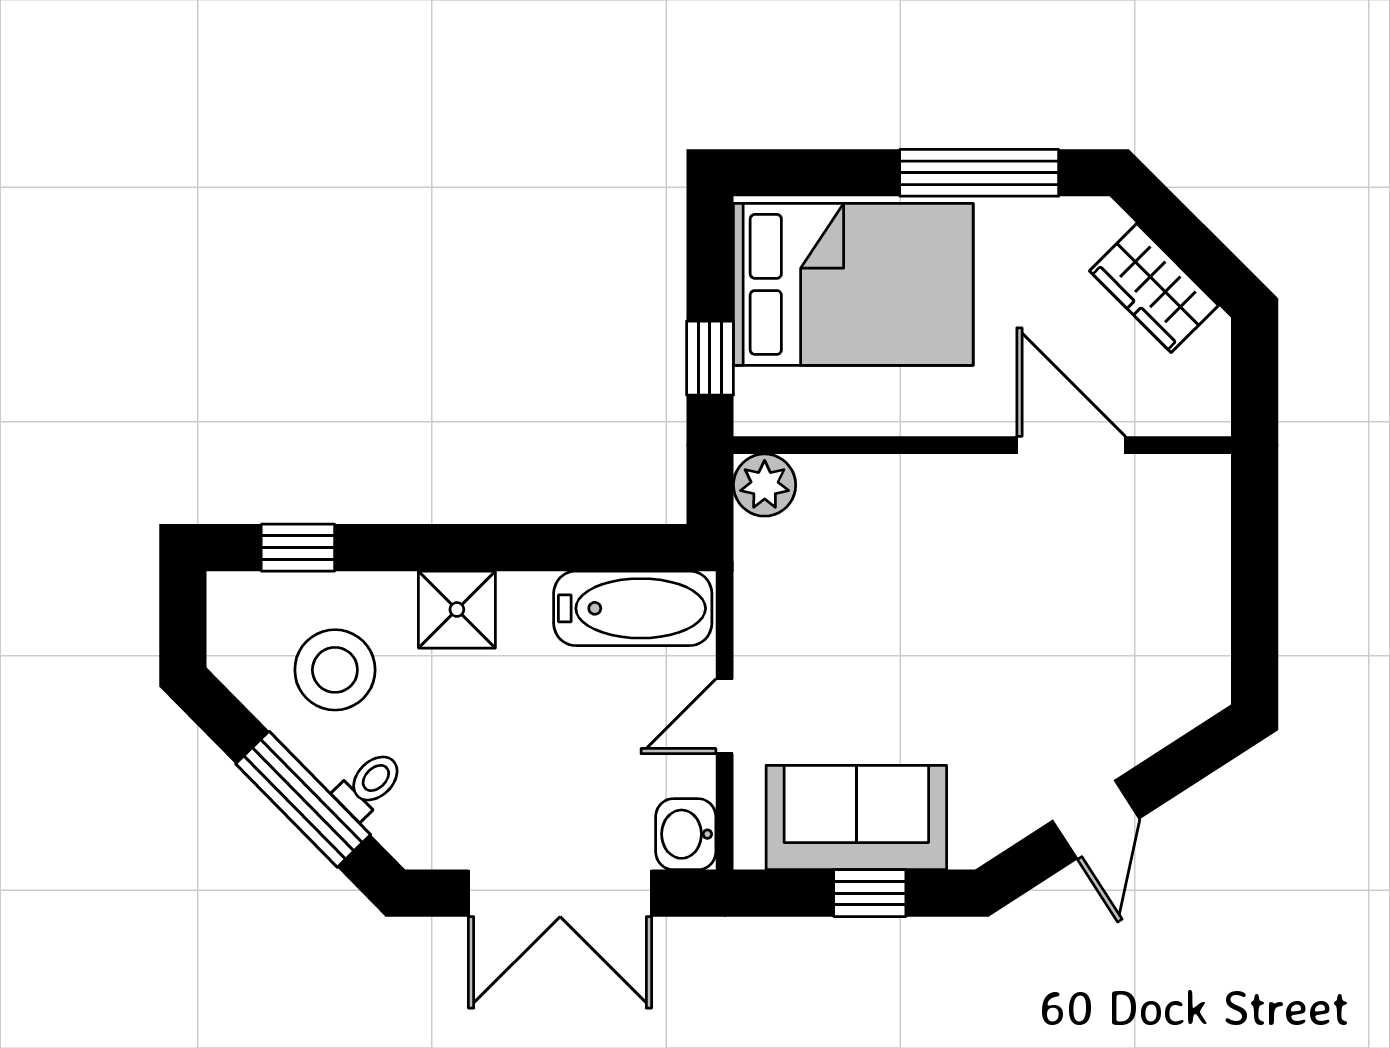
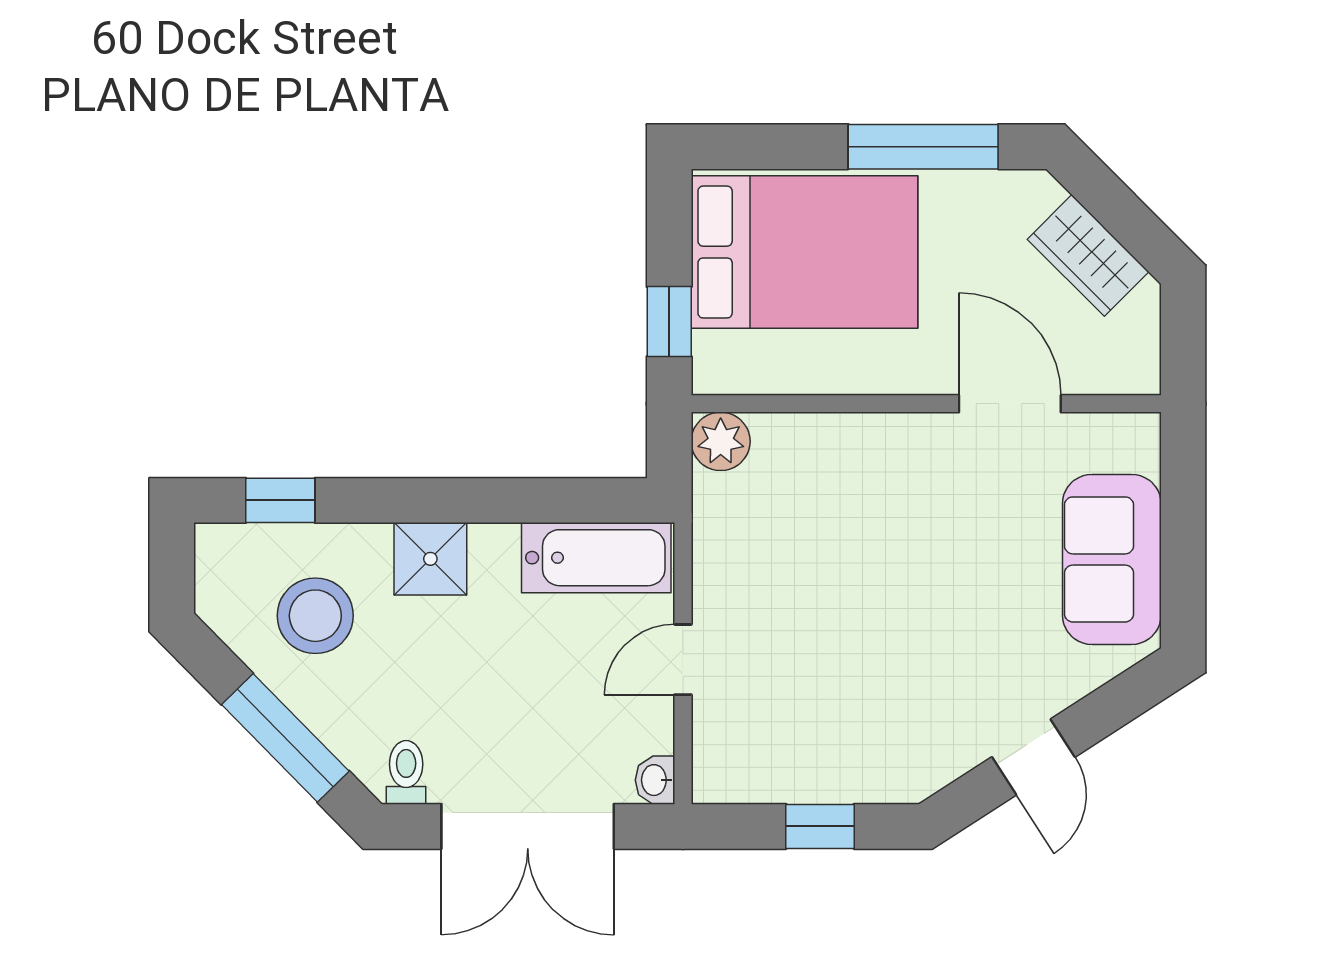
toilet: (369, 785) -> (406, 772), moved, turned -45
sofa: (856, 818) -> (1112, 559), moved, turned -90
washbasin: (686, 834) -> (655, 780), width x0.72, depth x0.69

